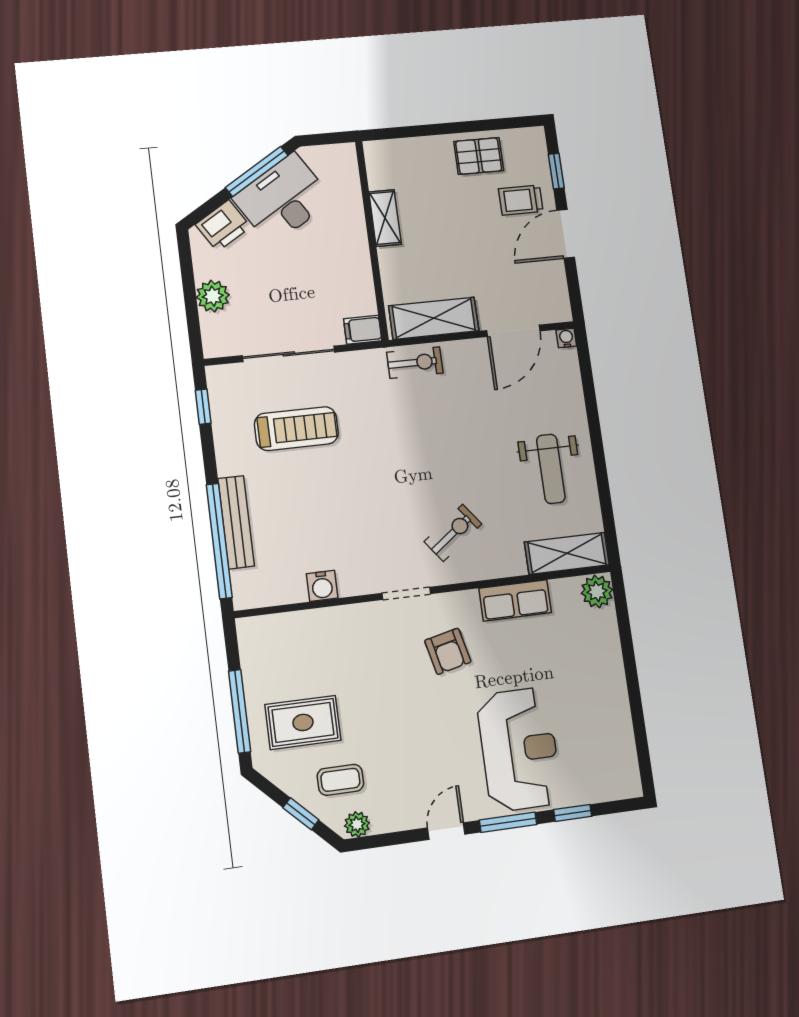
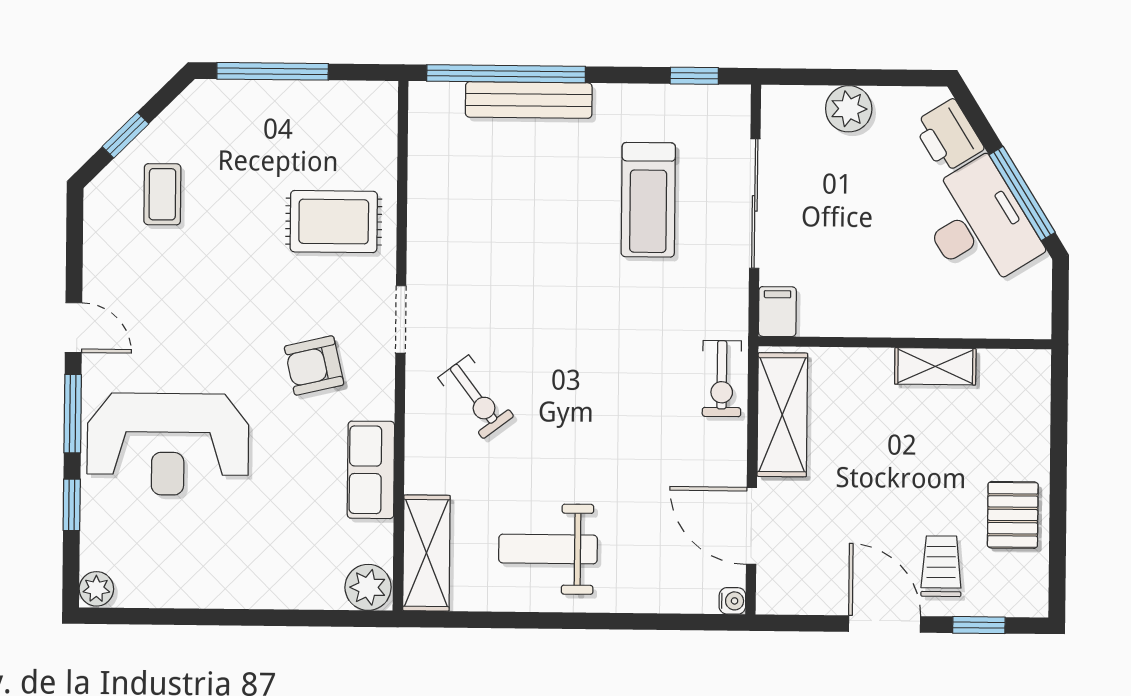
water cooler: (322, 586) -> (426, 206), removed
rug: (303, 722) -> (334, 222), moved, turned 90
plant: (357, 824) -> (96, 589), moved

